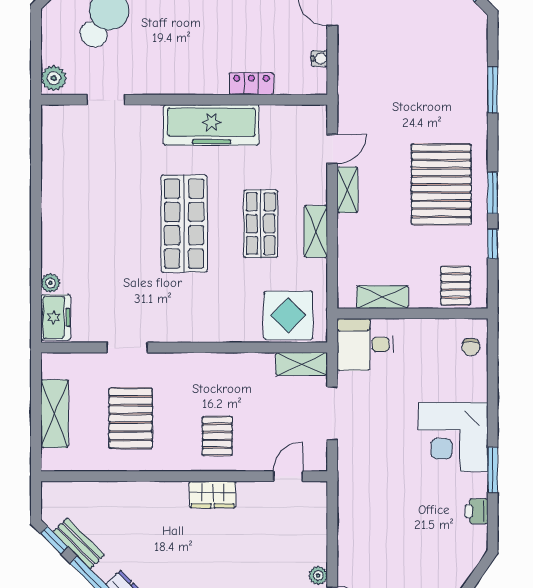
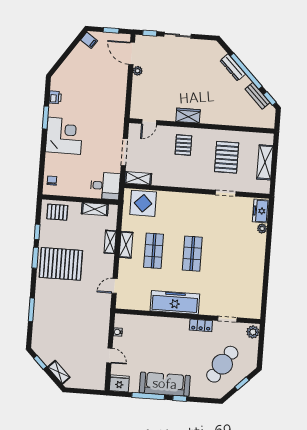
locker: (251, 84) -> (201, 325), moved
pallet: (441, 184) -> (61, 264), turned 90
shelving: (348, 190) -> (110, 242), moved
shop shelf: (184, 224) -> (192, 254), width x0.70, depth x0.74
pallet: (456, 286) -> (57, 212), turned 90

